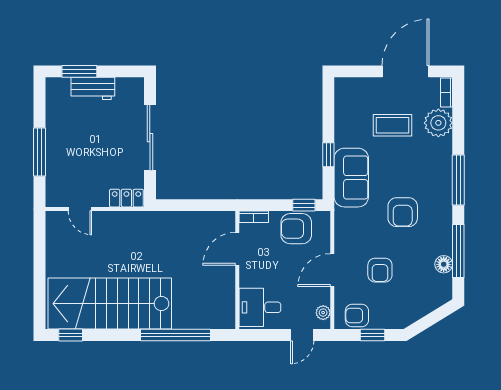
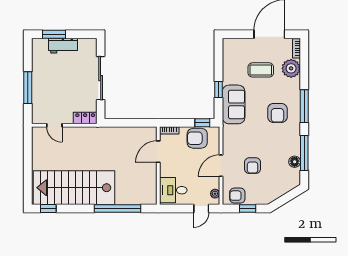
armchair: (403, 212) -> (277, 113), moved

